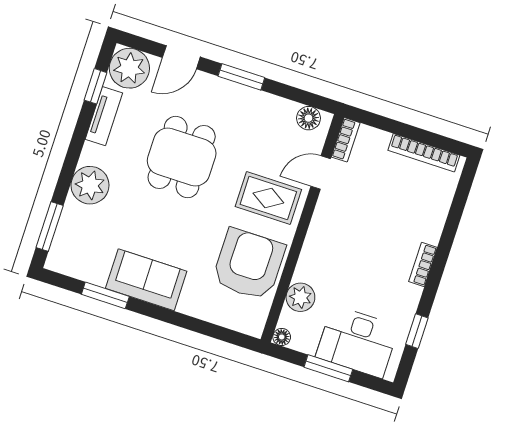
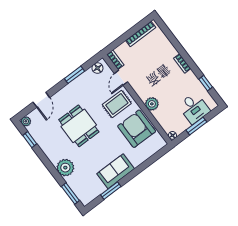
plant: (129, 68) -> (26, 121), width x0.53, depth x0.53
window: (241, 77) -> (74, 75), moved
tv unit: (104, 116) -> (43, 144), removed
plant: (300, 297) -> (152, 104), moved
desk: (357, 342) -> (194, 108), width x0.73

